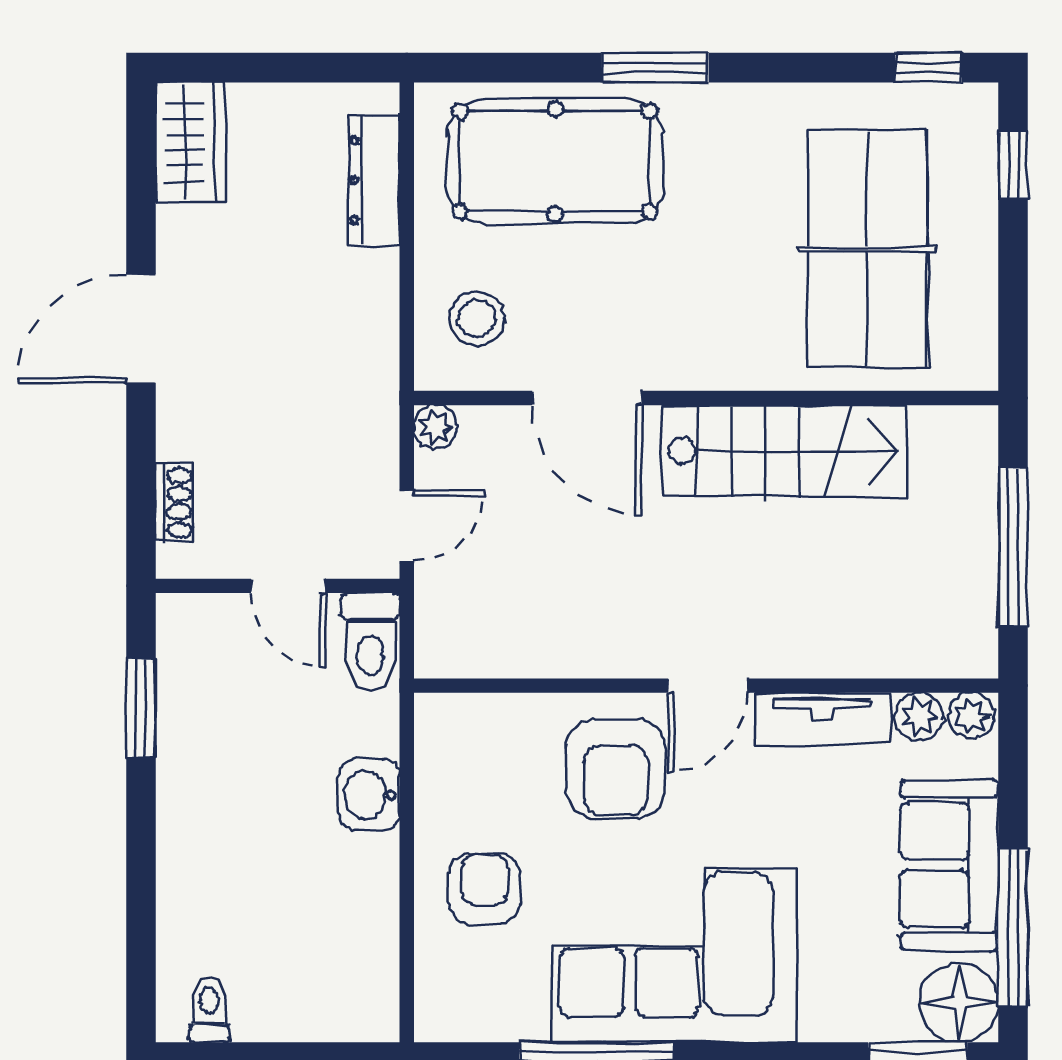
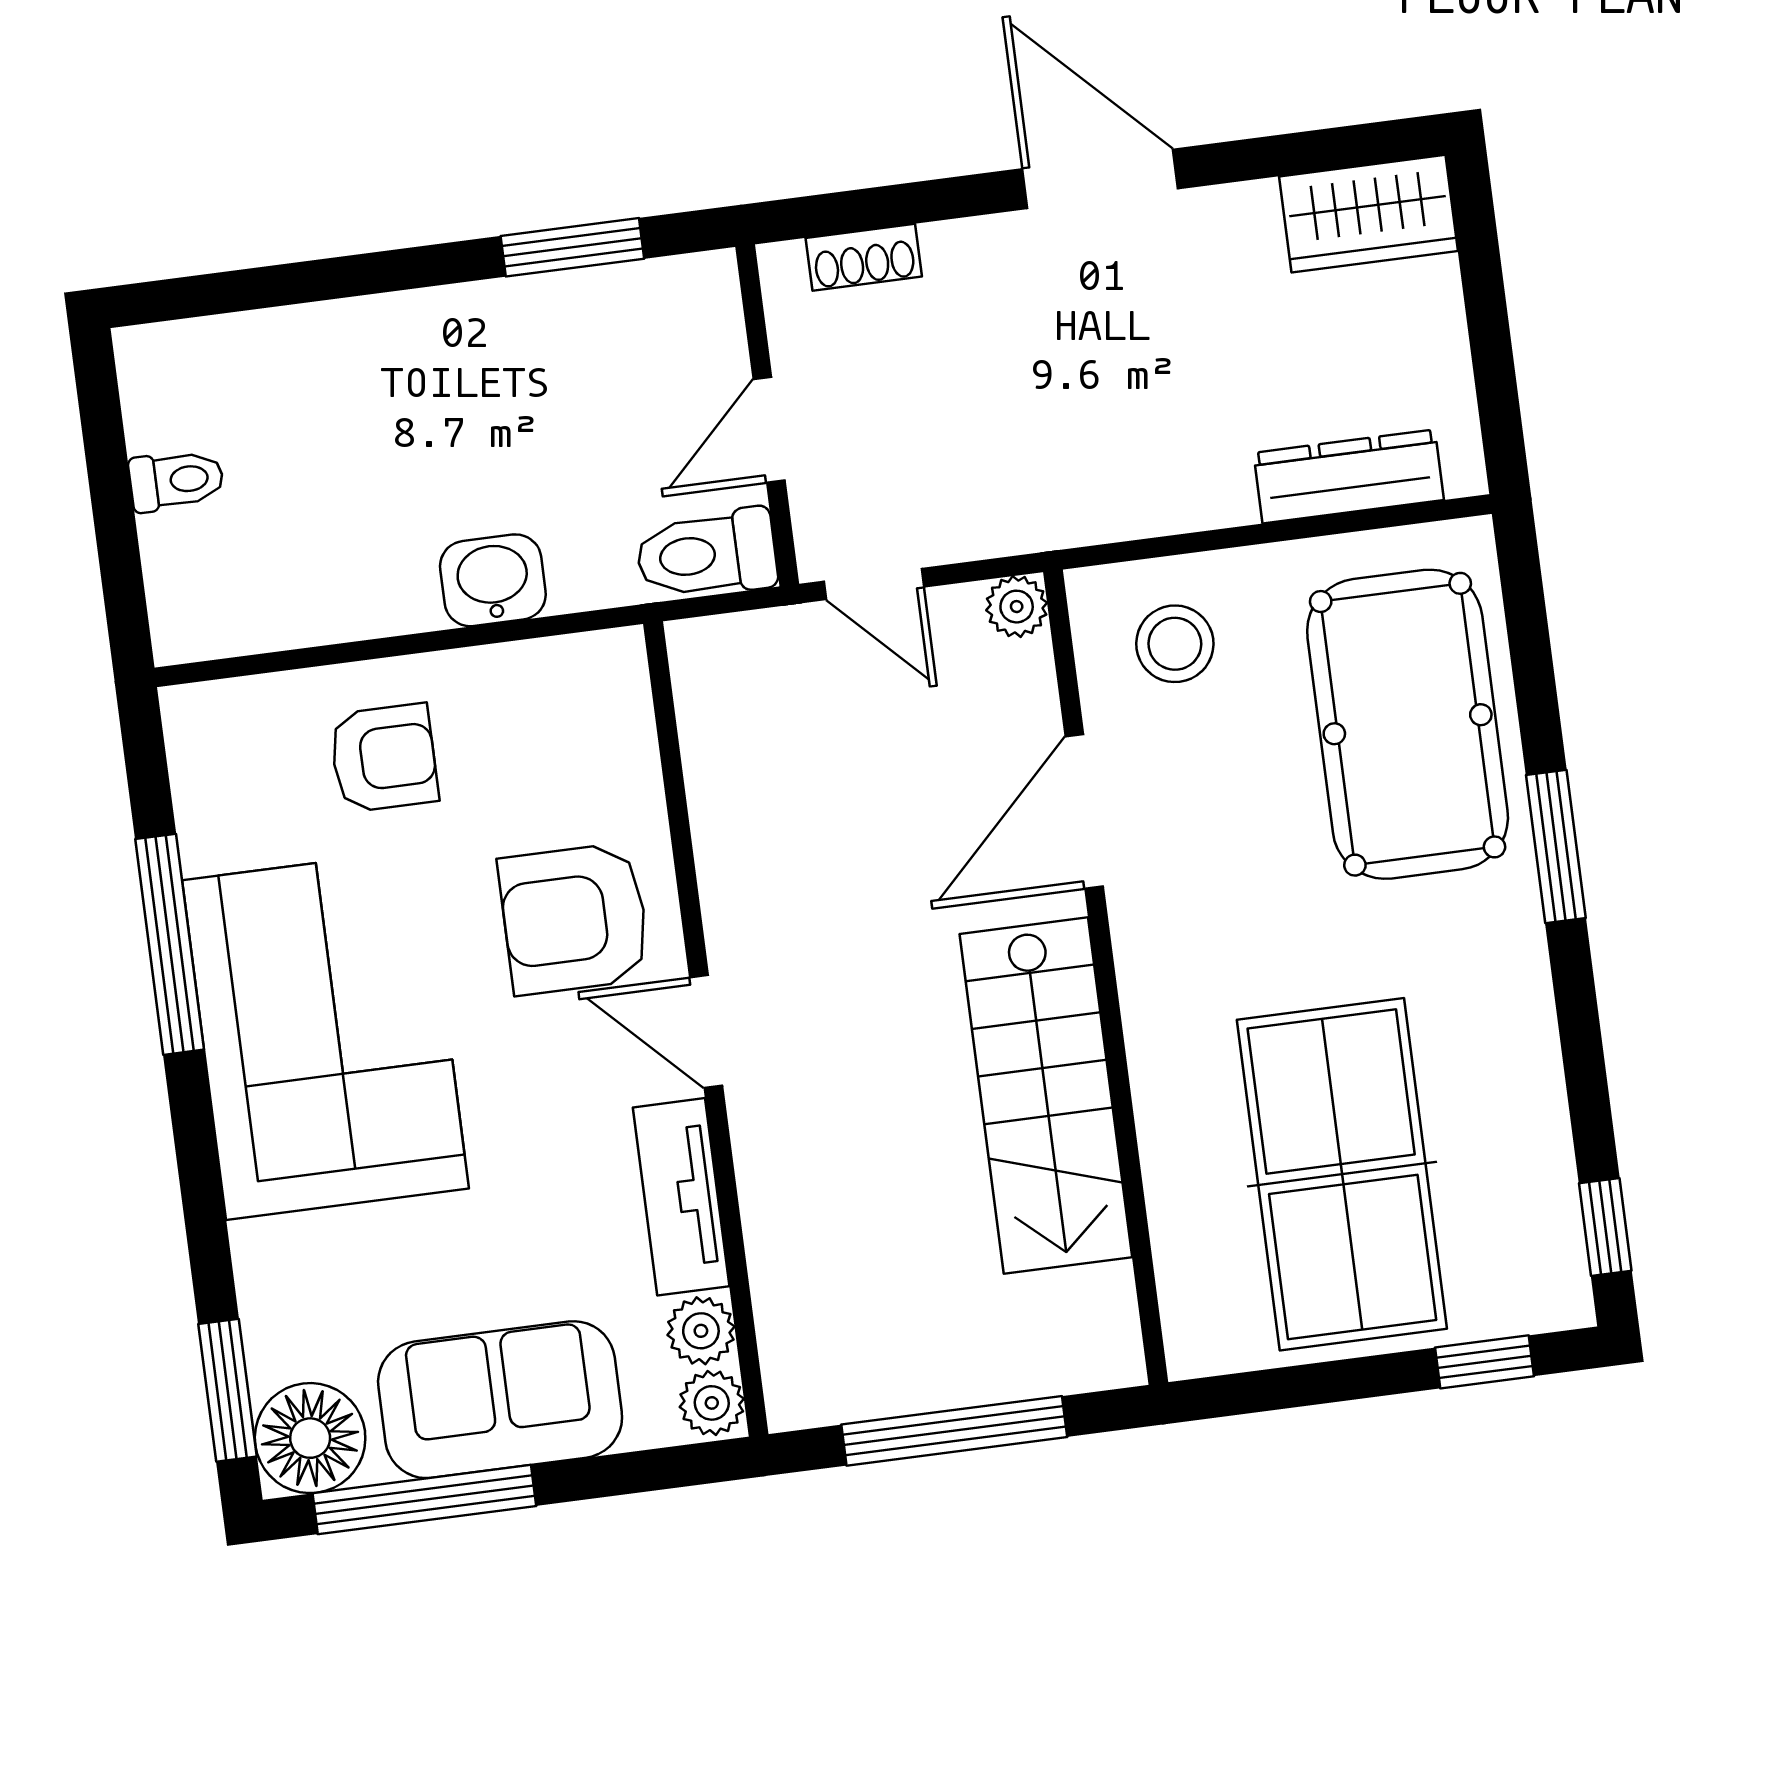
table tennis table: (867, 249) -> (1342, 1174), turned 90
toilet: (209, 1010) -> (176, 480), moved

